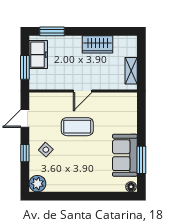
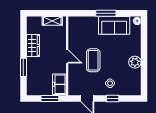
window: (52, 31) -> (23, 67), moved
freezer: (38, 55) -> (59, 84), moved, turned -90
window: (141, 160) -> (106, 13), moved
plant: (37, 184) -> (135, 62), moved

